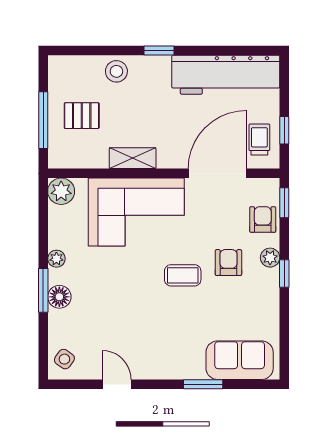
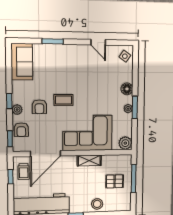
window: (43, 290) -> (135, 107), moved
sofa: (240, 360) -> (22, 62), moved, turned -90

